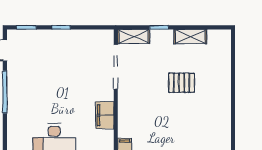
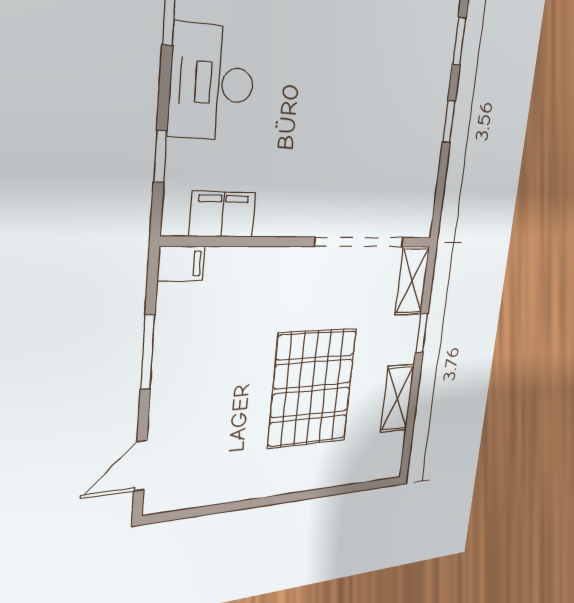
pallet: (182, 83) -> (312, 388), width x2.05, depth x2.00
filing cabinet: (105, 115) -> (223, 214), moved

